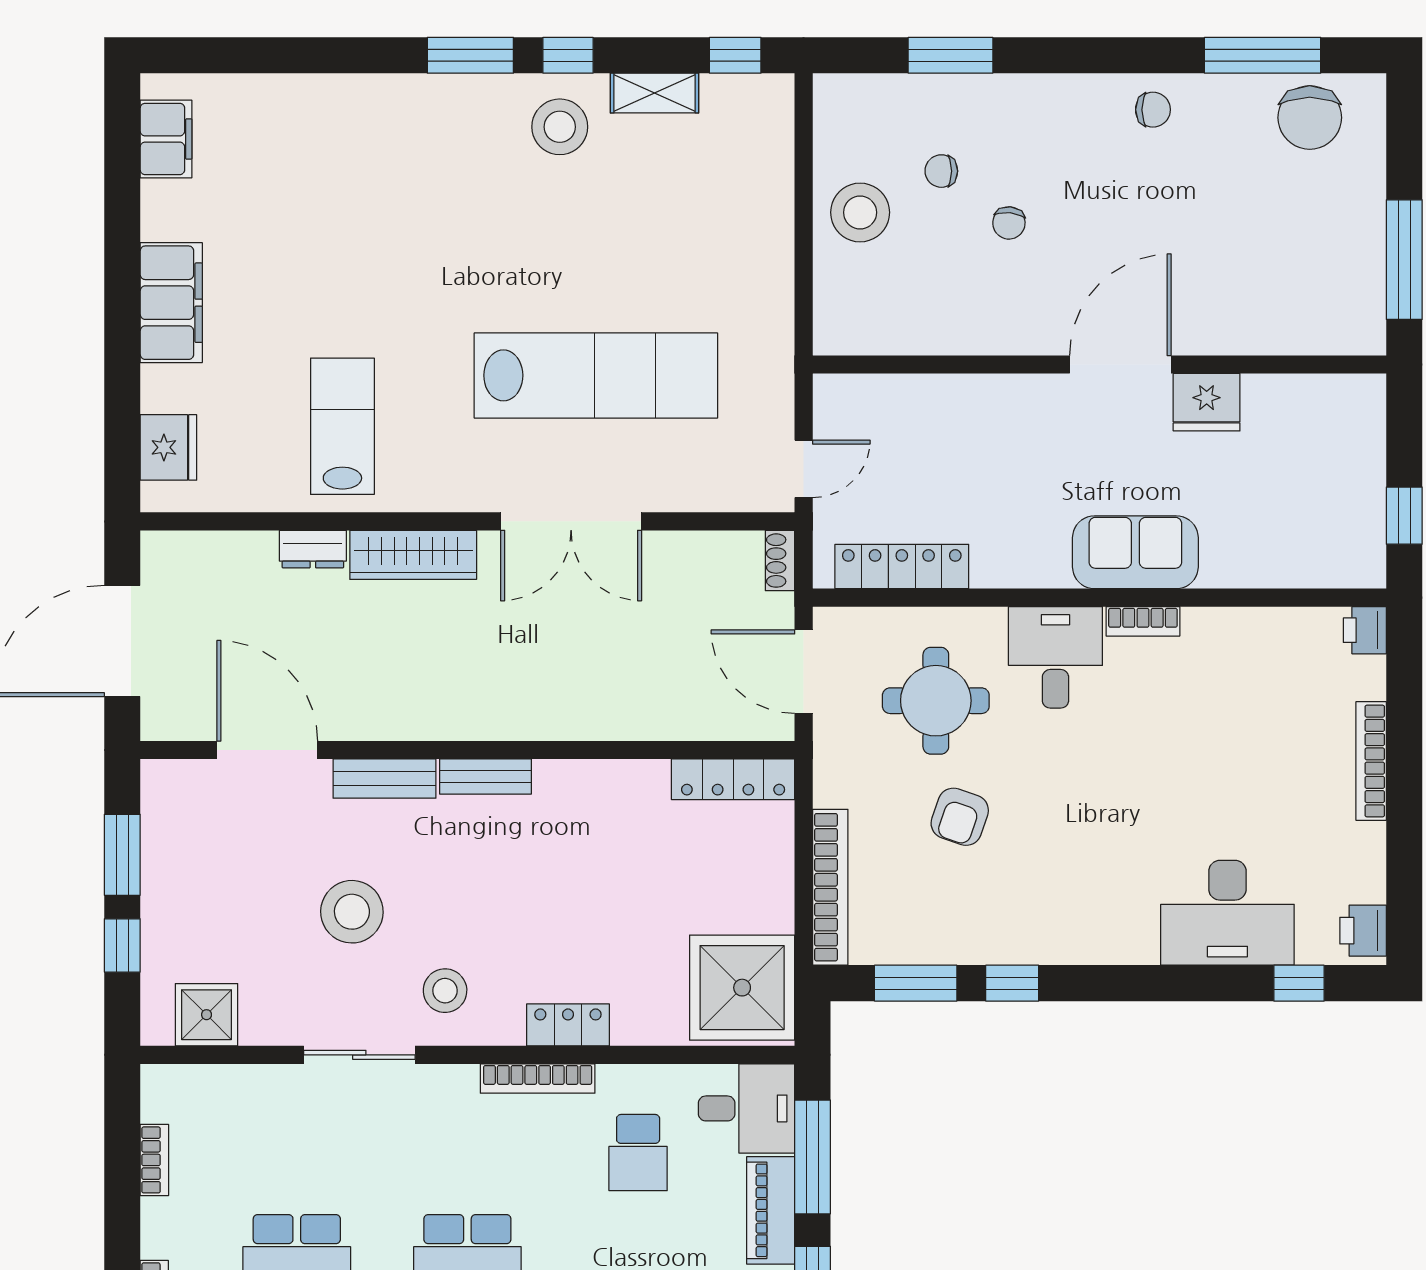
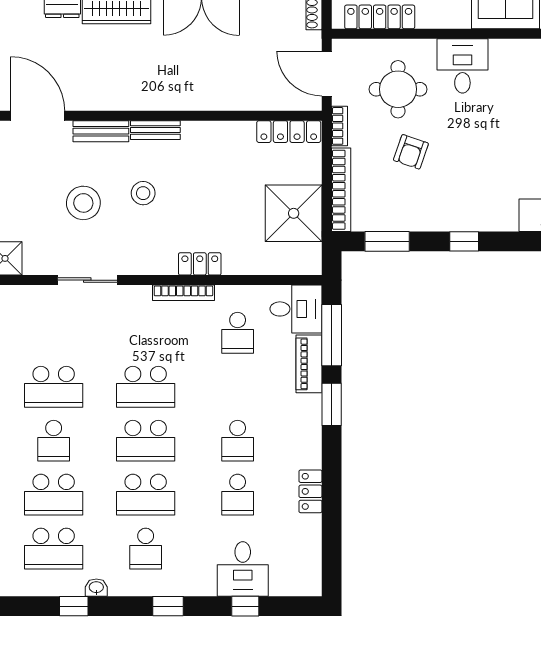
bookcase: (1143, 621) -> (340, 126), moved, turned -90
window: (1012, 983) -> (464, 241), moved
shower: (742, 988) -> (294, 213), moved
stool: (445, 991) -> (143, 193), moved

